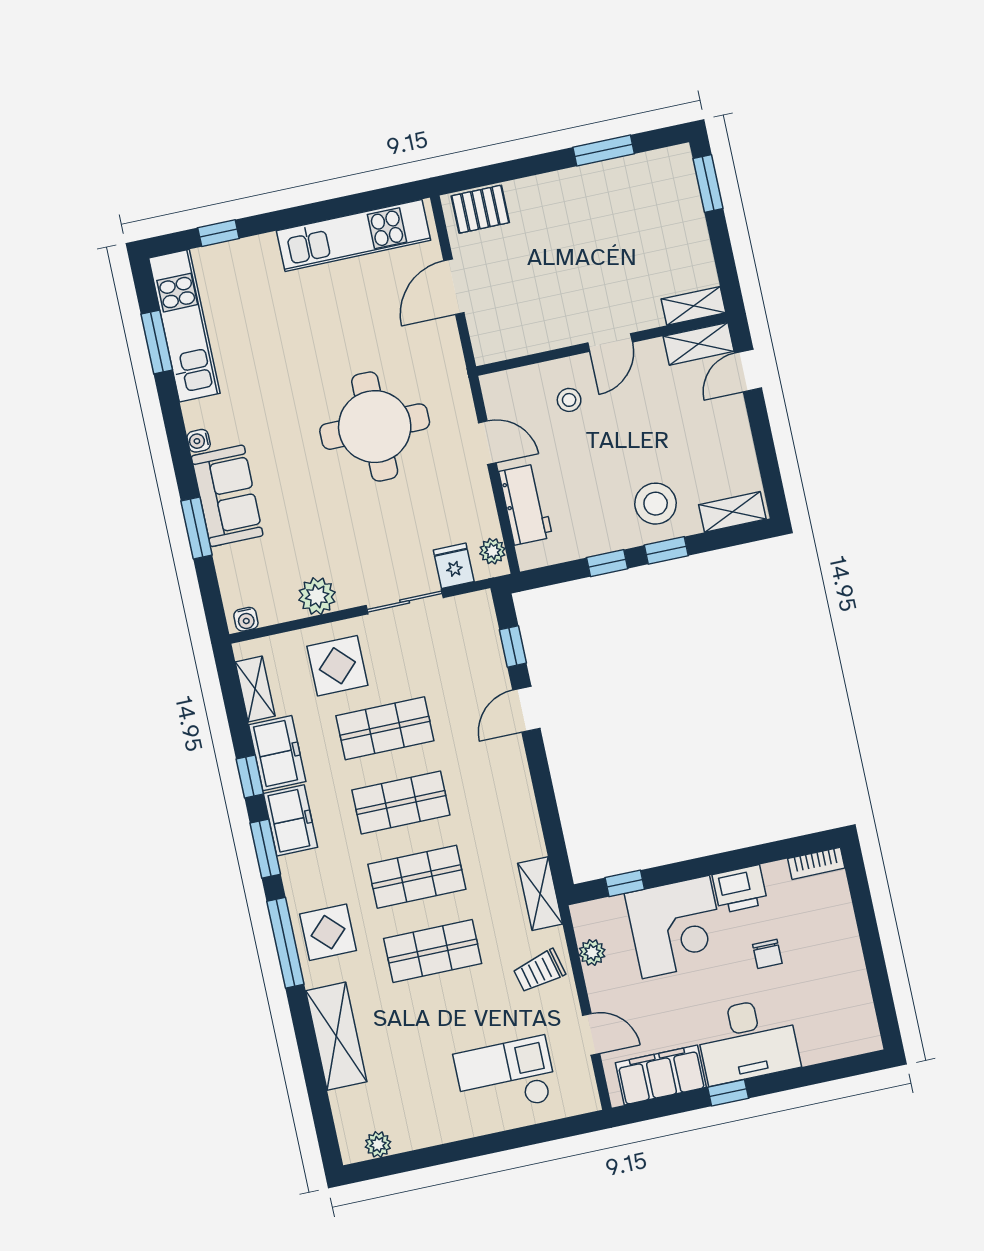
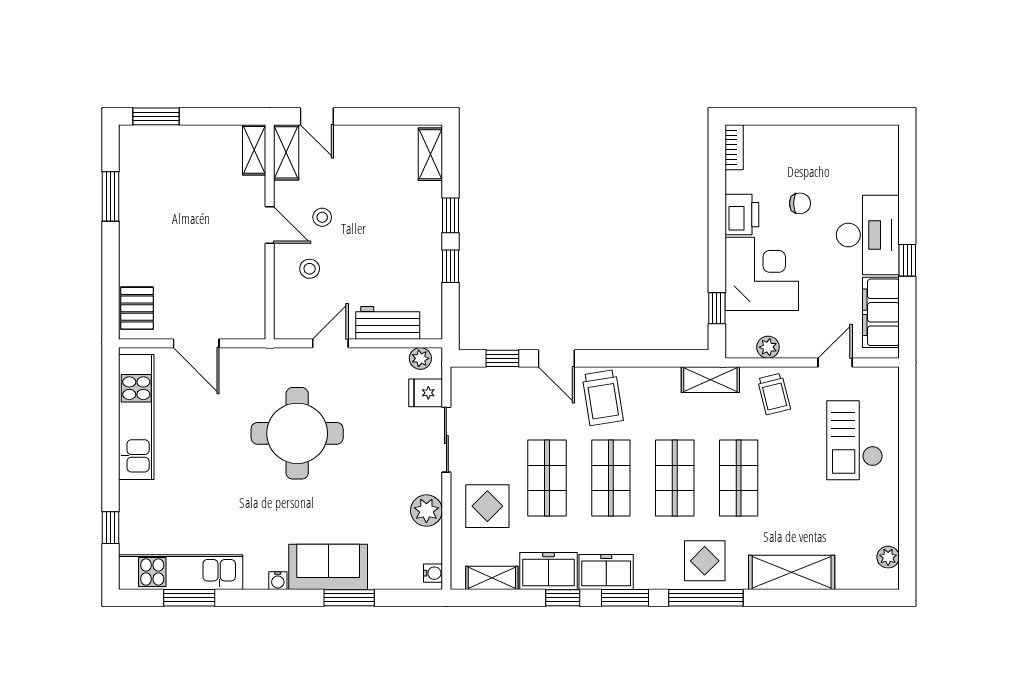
stool: (656, 504) -> (322, 217), moved, width x0.53, depth x0.53
trolley: (492, 773) -> (603, 398), added

